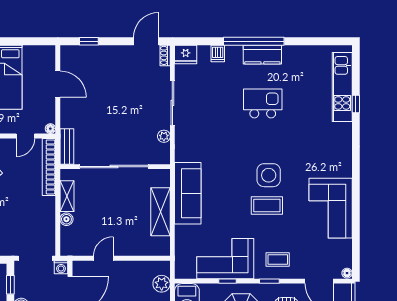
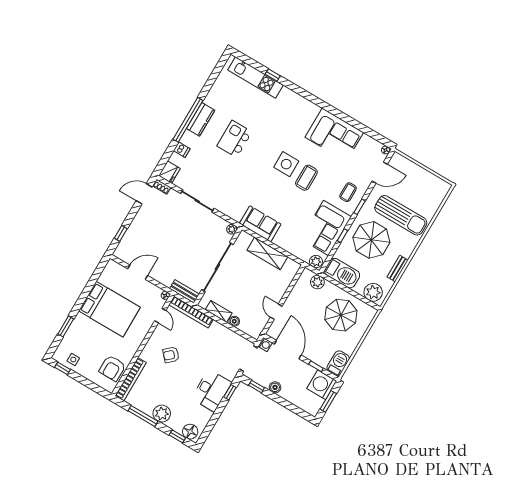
door: (146, 41) -> (144, 194), hinge flipped
plant: (164, 136) -> (232, 229), moved
sofa: (188, 193) -> (260, 224), width x0.73
plant: (183, 269) -> (316, 262), added

